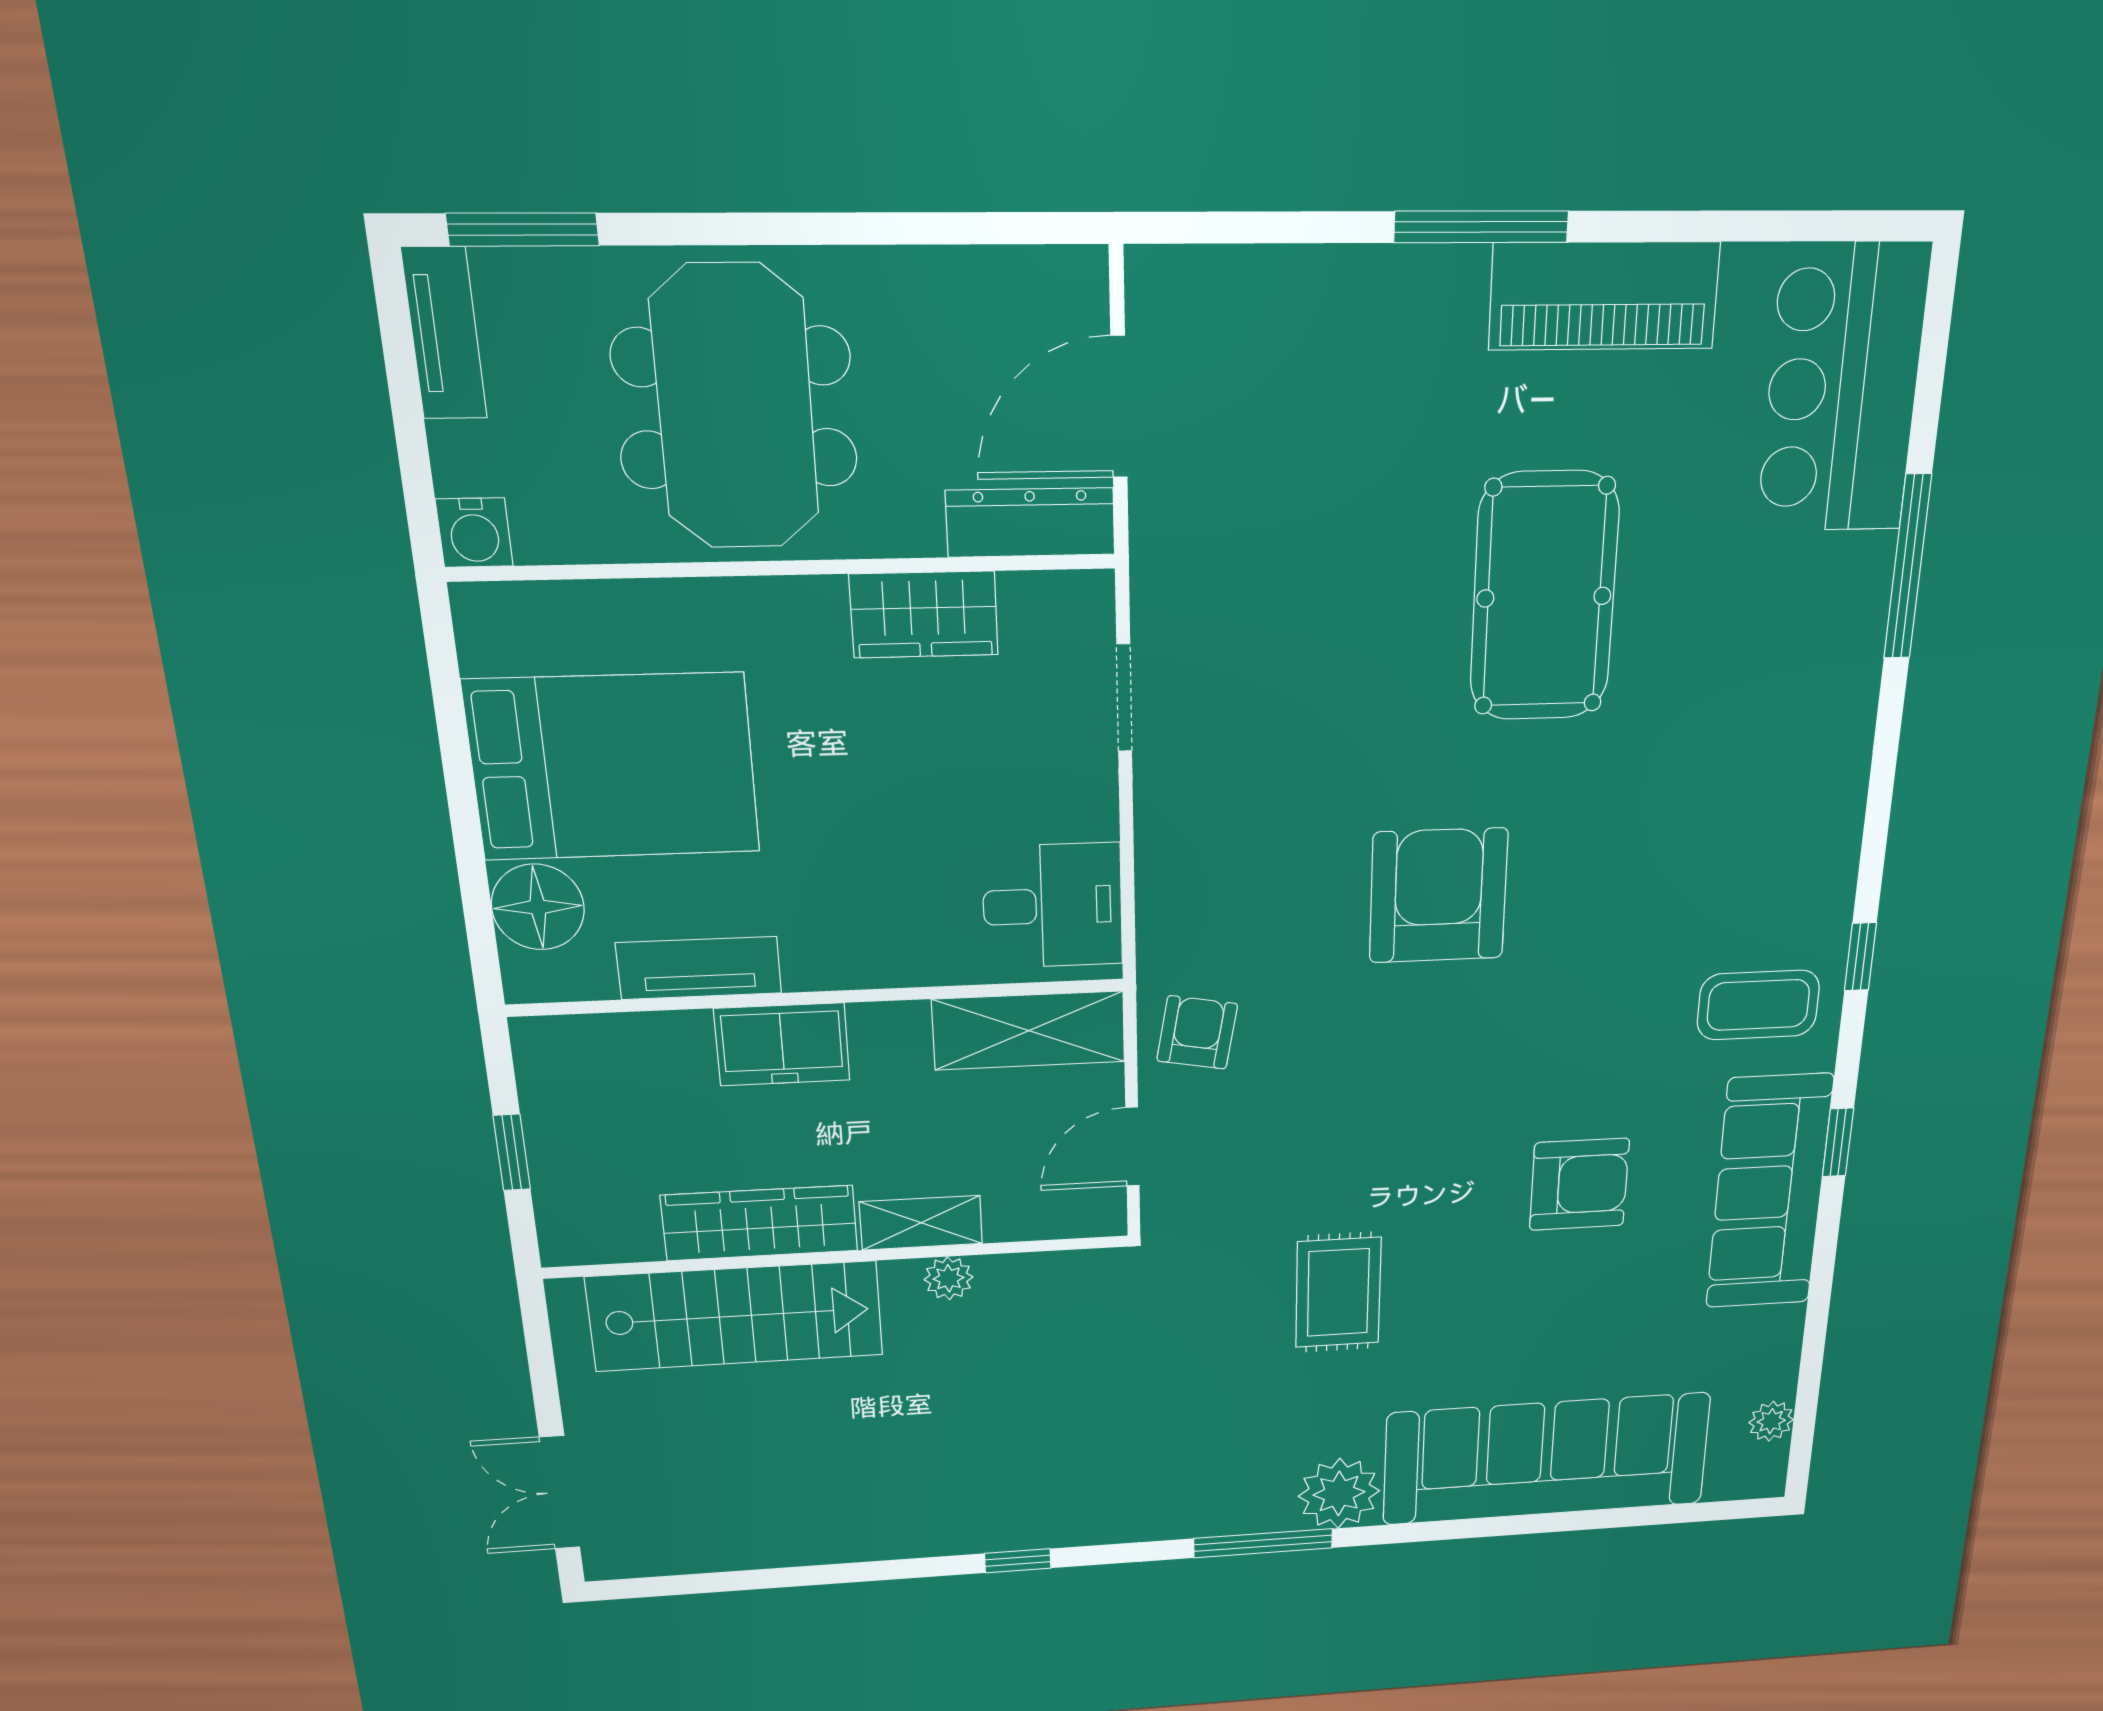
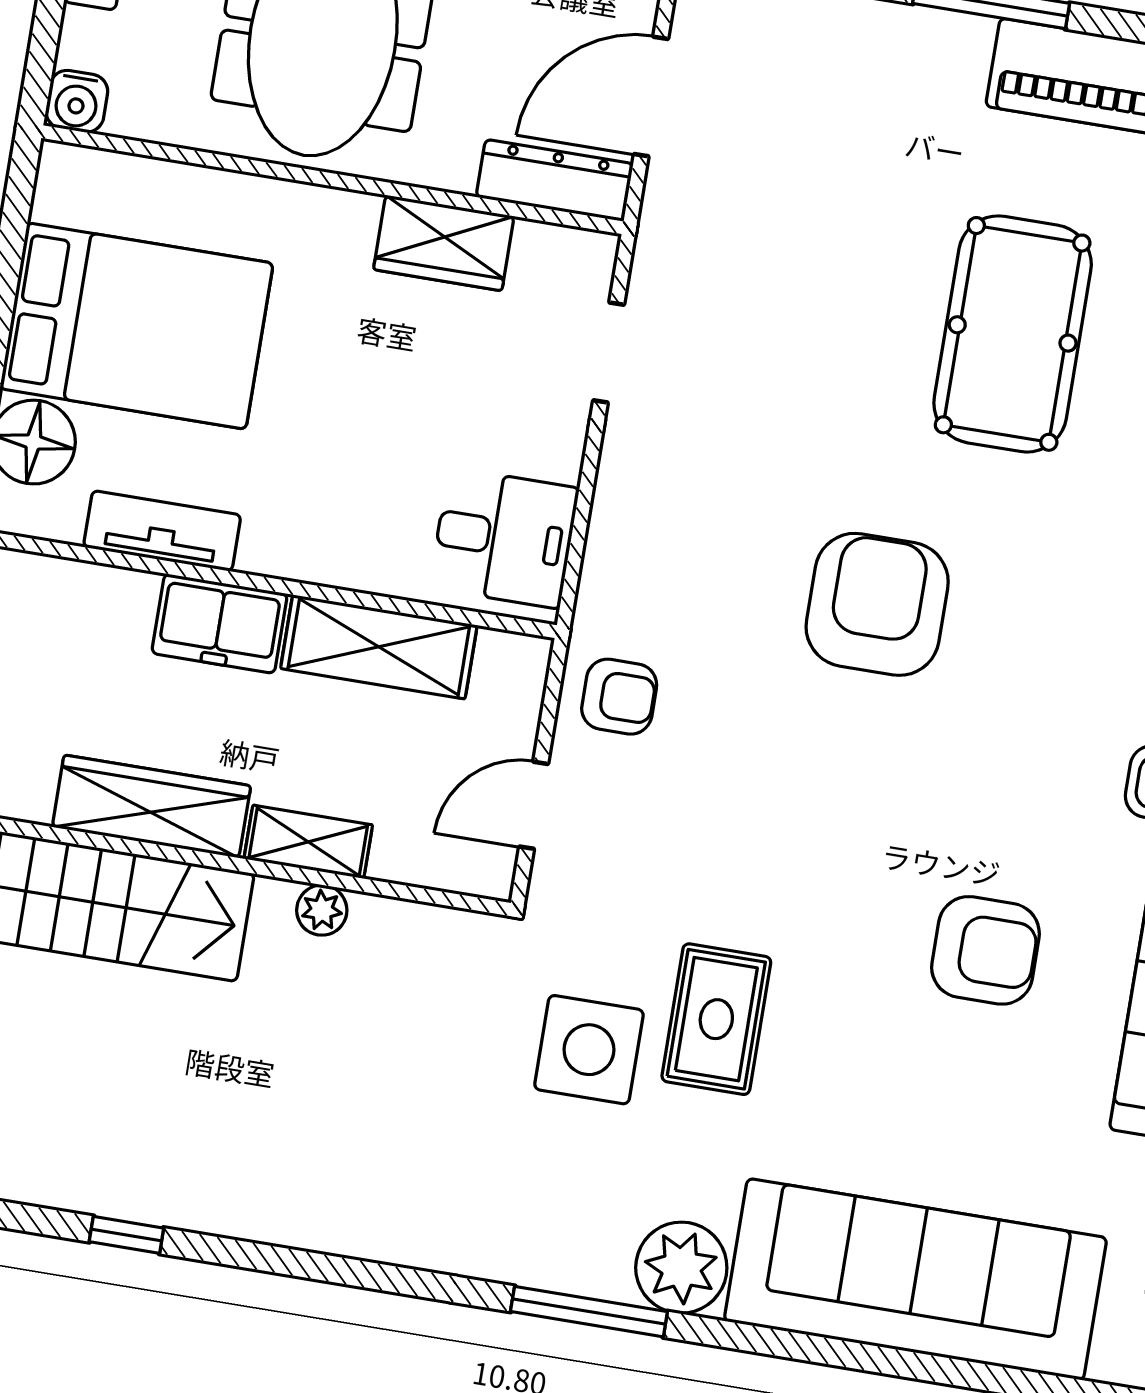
shelving: (1029, 1031) -> (379, 647), moved
armchair: (1197, 1032) -> (619, 697), turned 80
side table: (1225, 1342) -> (589, 1050), added
window: (1018, 1561) -> (126, 1235), moved

